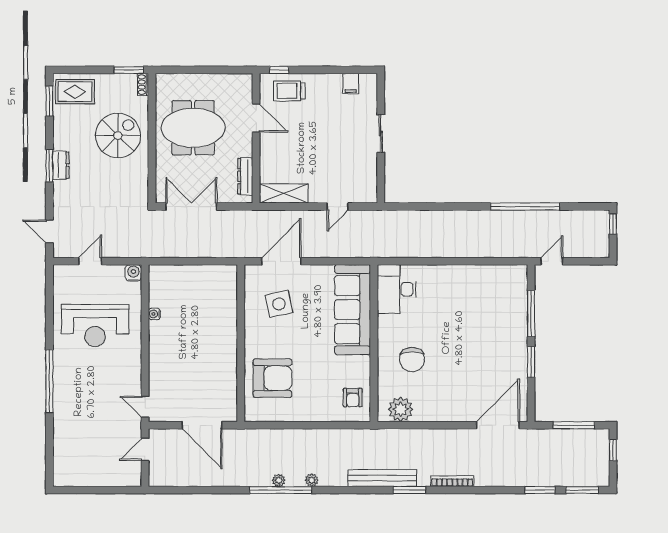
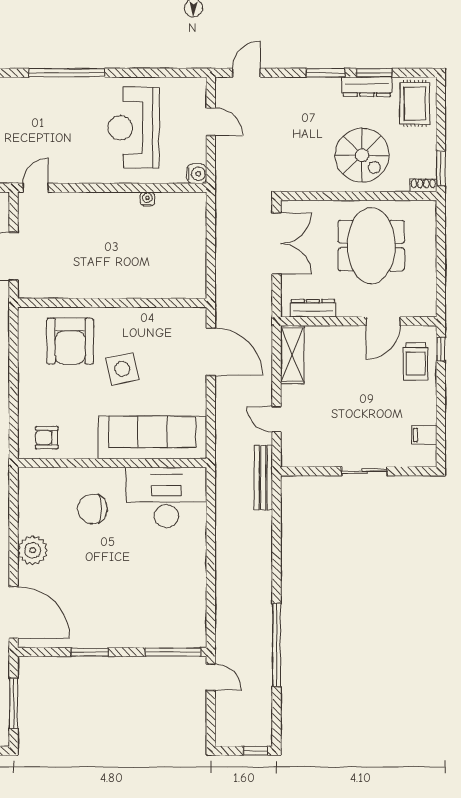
trolley: (289, 91) -> (416, 361), turned 180
window: (49, 101) -> (374, 73), moved
dresser: (61, 165) -> (367, 87), moved, width x1.44
bench: (386, 218) -> (263, 477), added
desk: (397, 289) -> (166, 497), width x1.36, depth x1.30
side table: (279, 304) -> (122, 369), moved
window: (531, 313) -> (173, 652), moved
plant: (401, 409) -> (33, 550), moved

